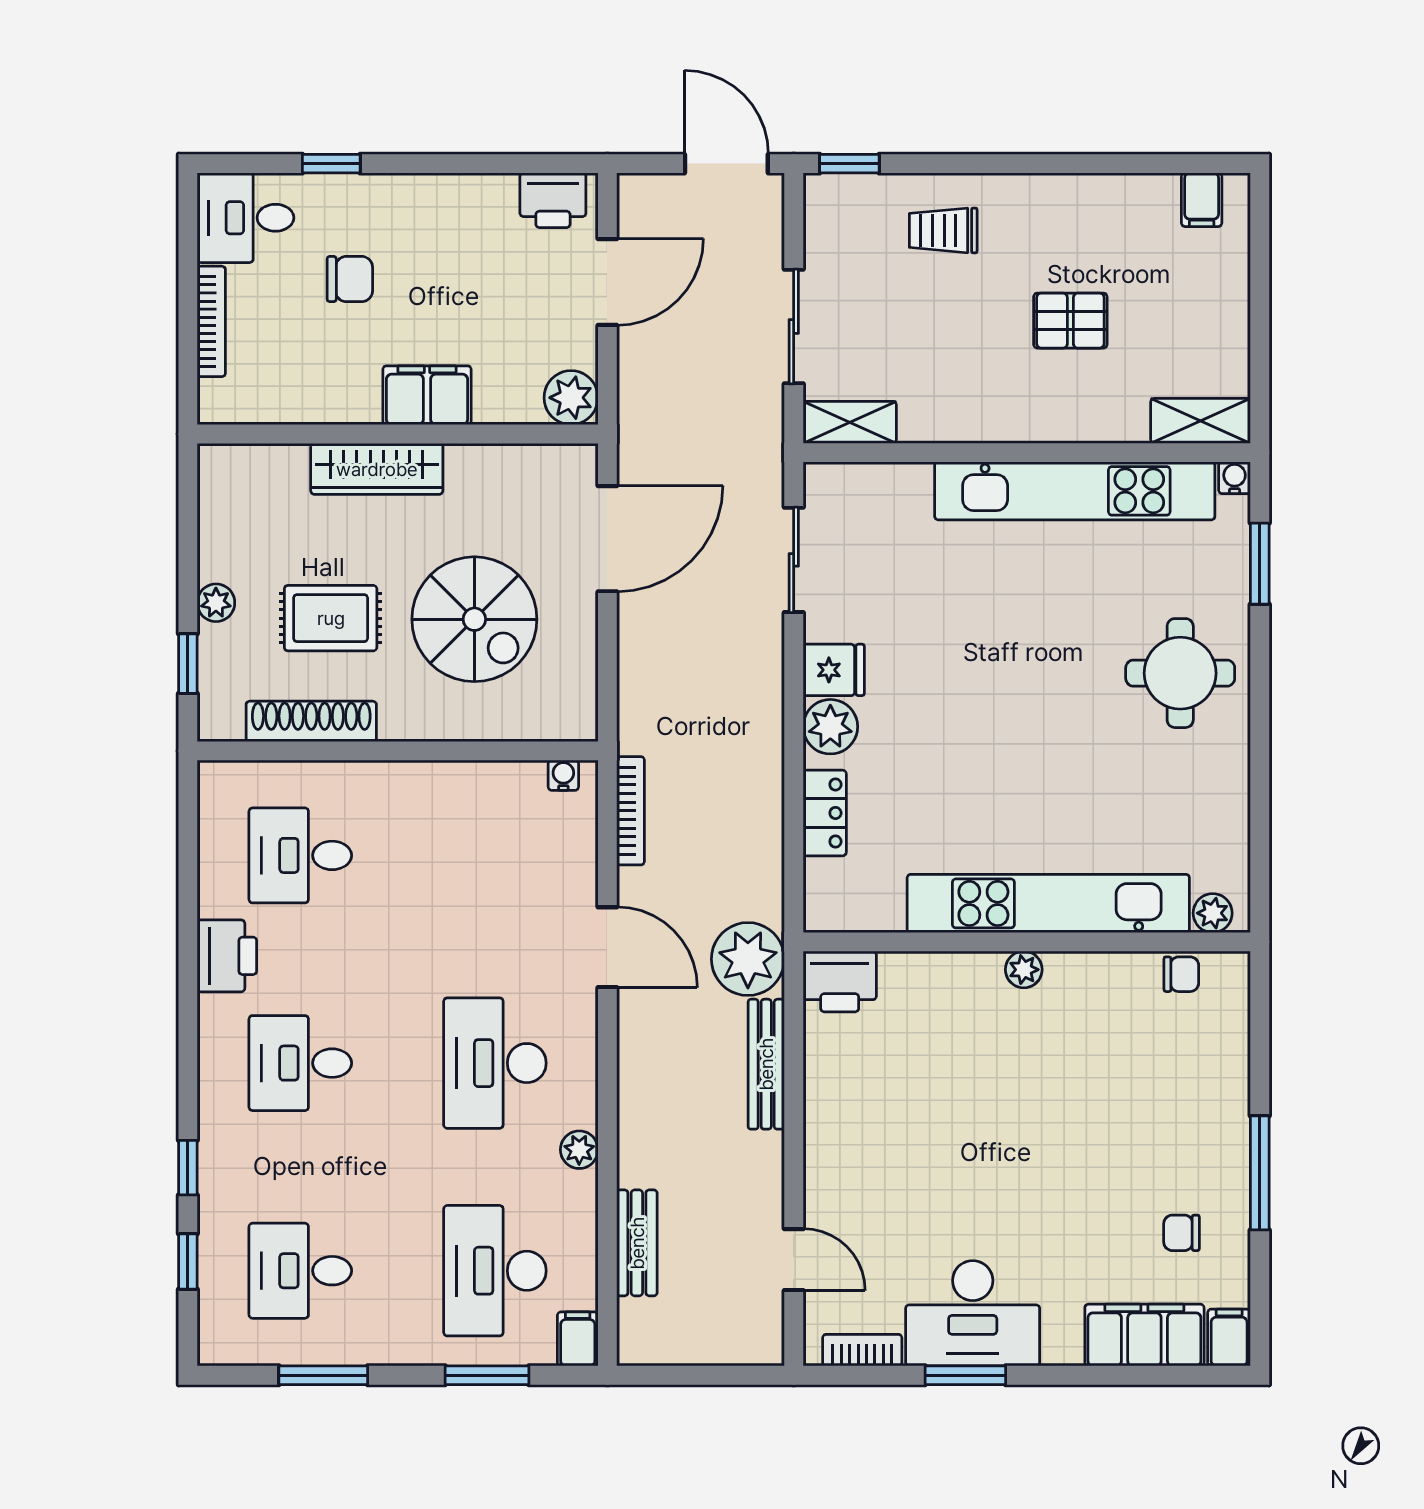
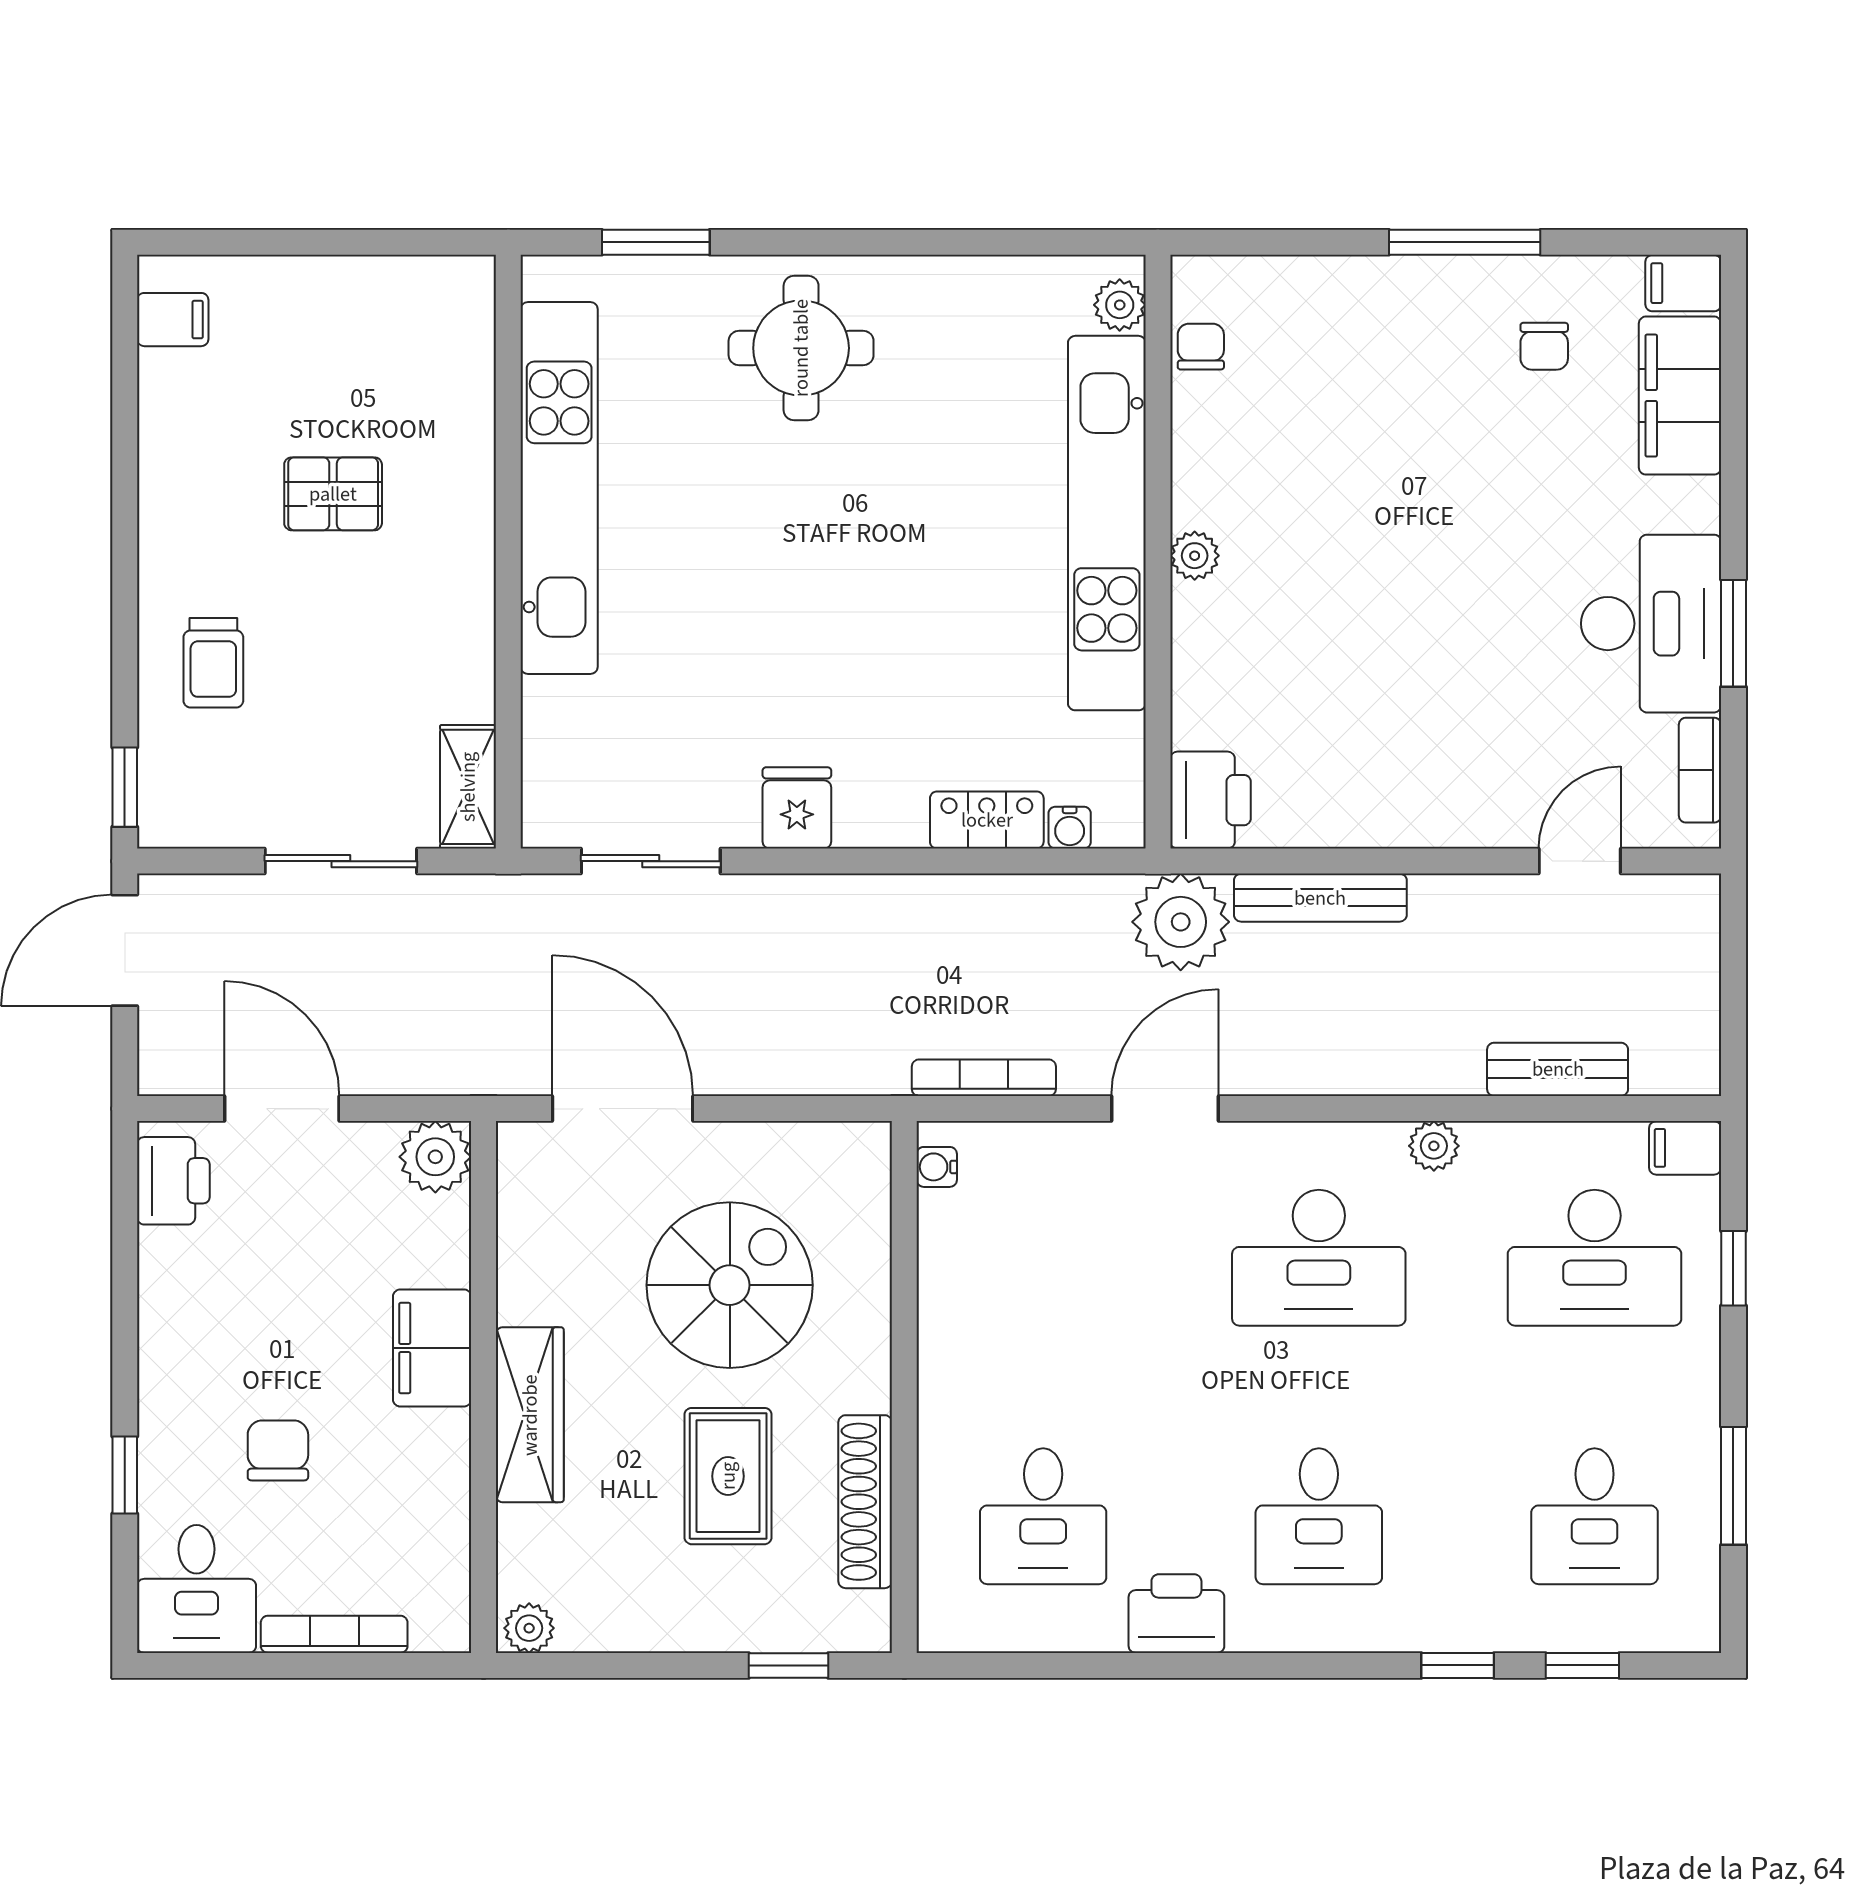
pallet: (1070, 321) -> (333, 494), turned 90
shelving: (1201, 421) -> (466, 321), removed
water cooler: (1235, 478) -> (1070, 828), moved, turned -90
plant: (216, 603) -> (529, 1628), moved
plant: (830, 727) -> (872, 813), removed
window: (487, 1375) -> (1733, 1268), width x0.67

